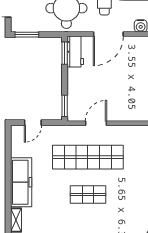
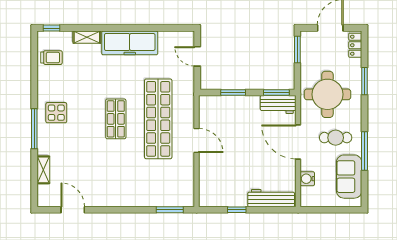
window: (65, 106) -> (233, 92), moved
door: (96, 123) -> (197, 140), moved

